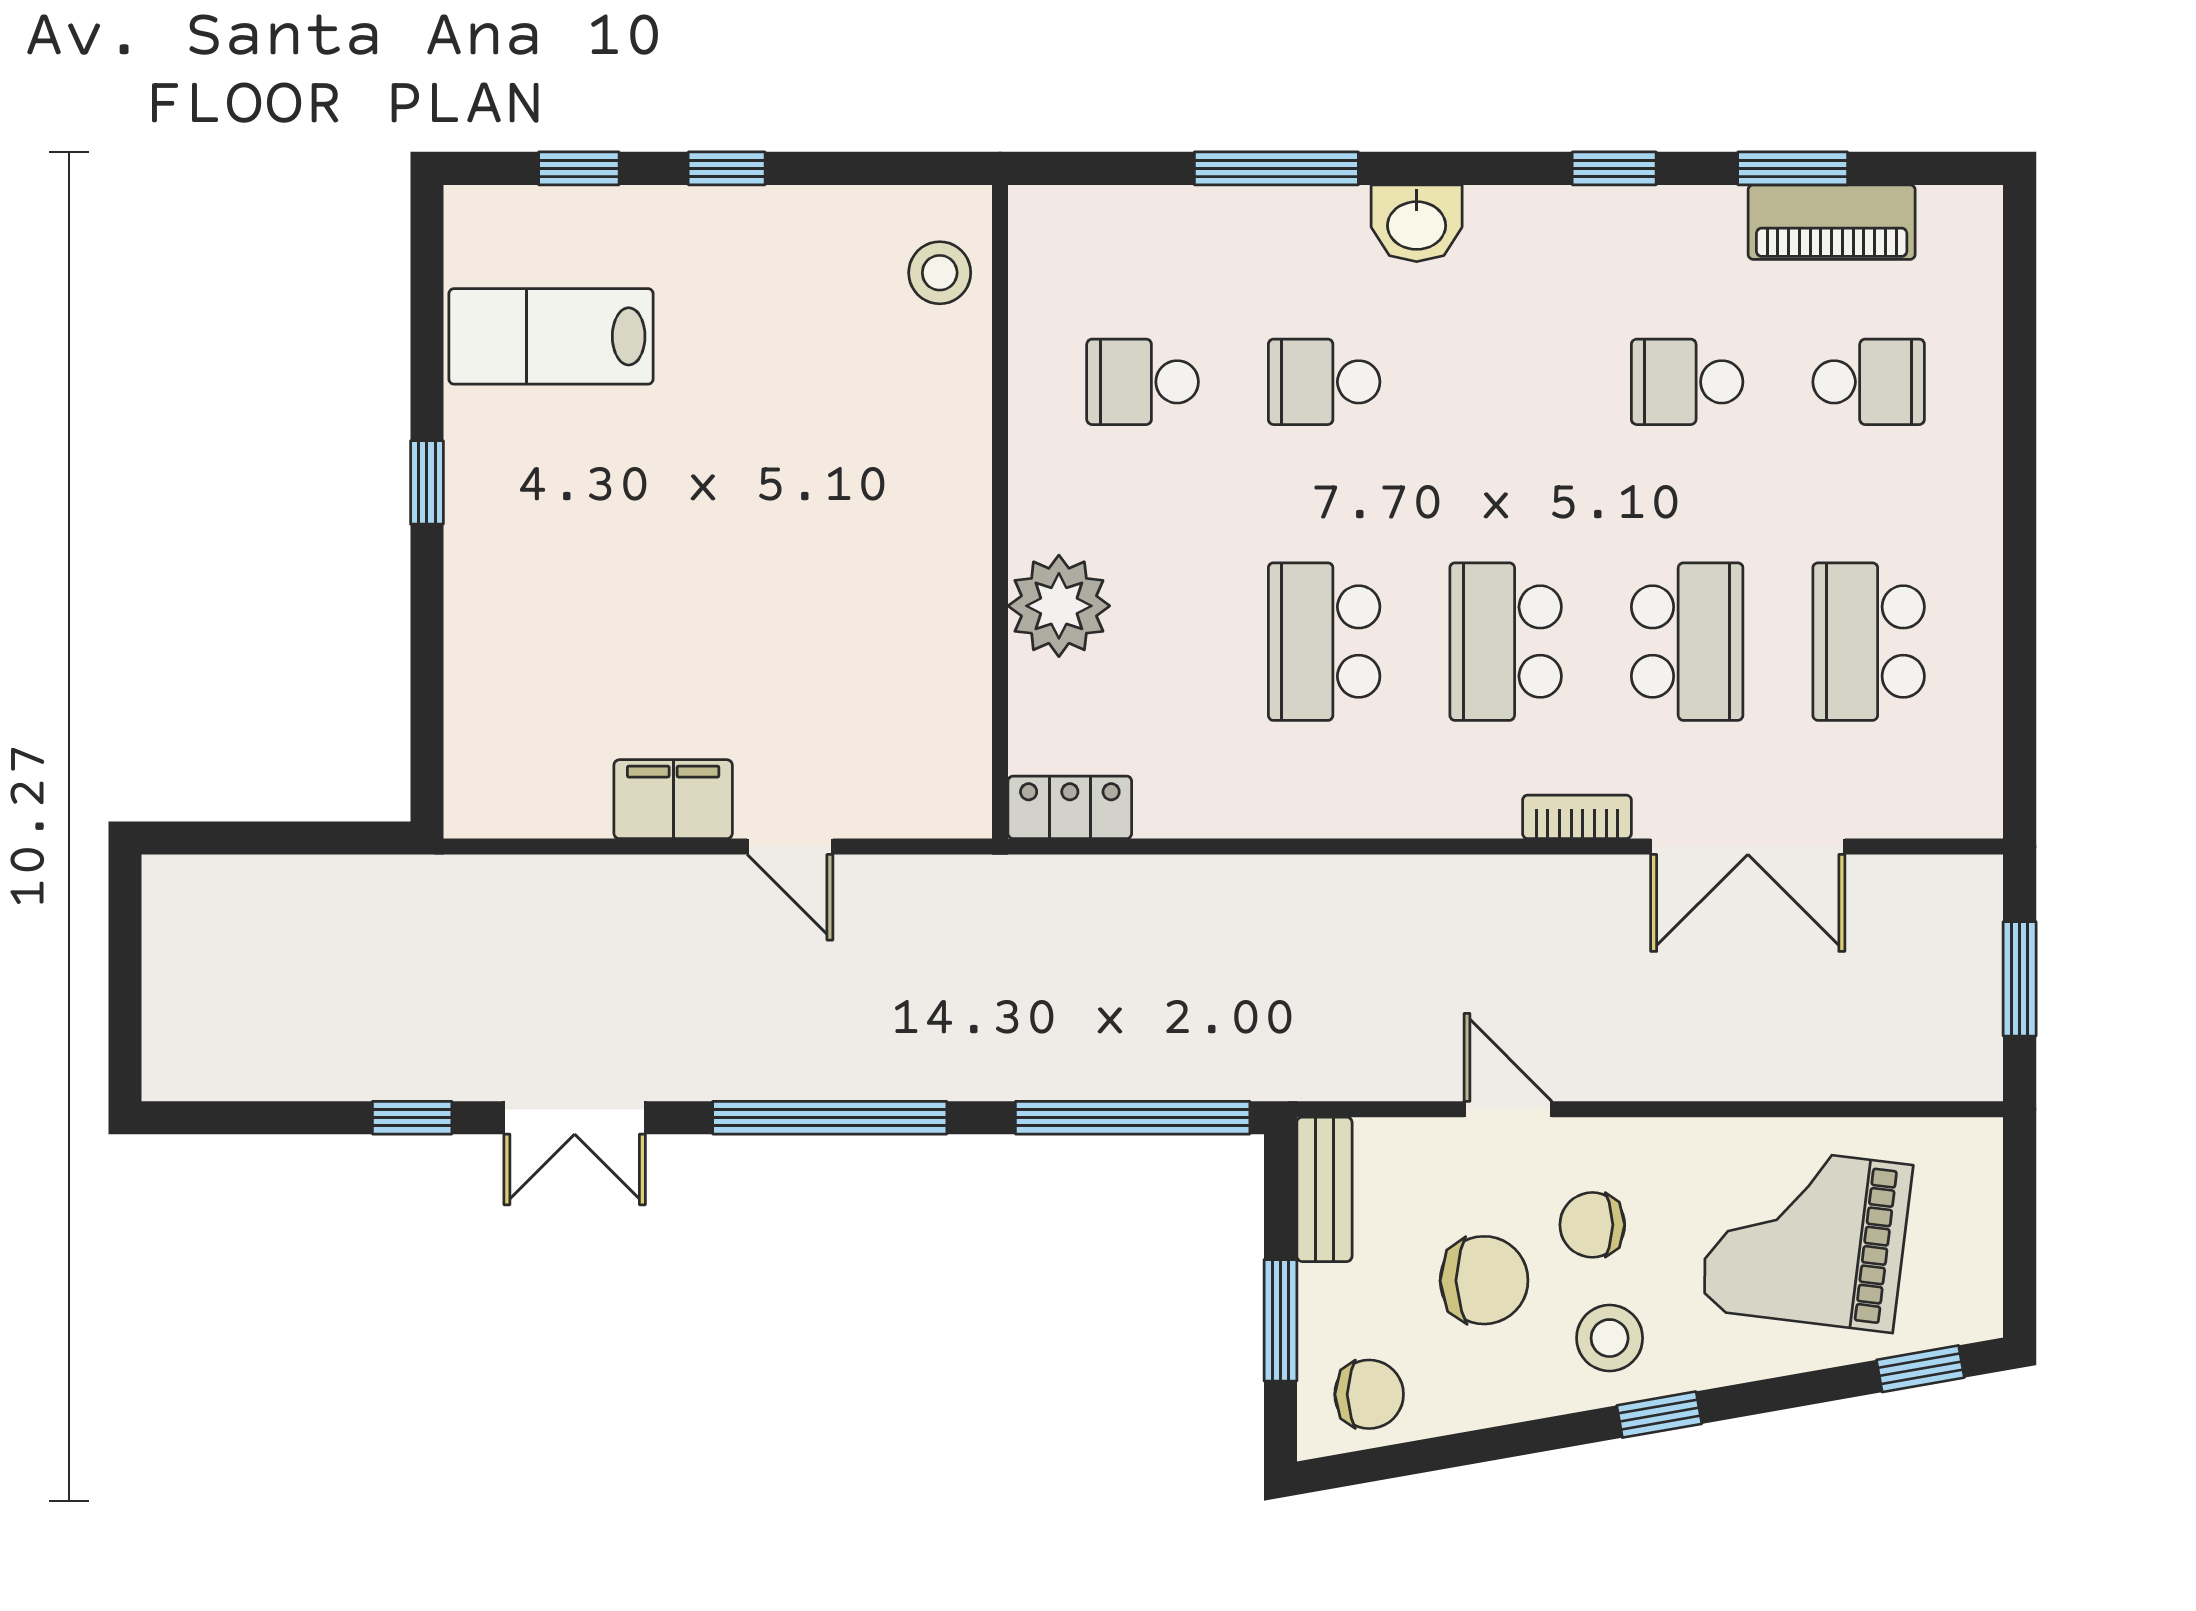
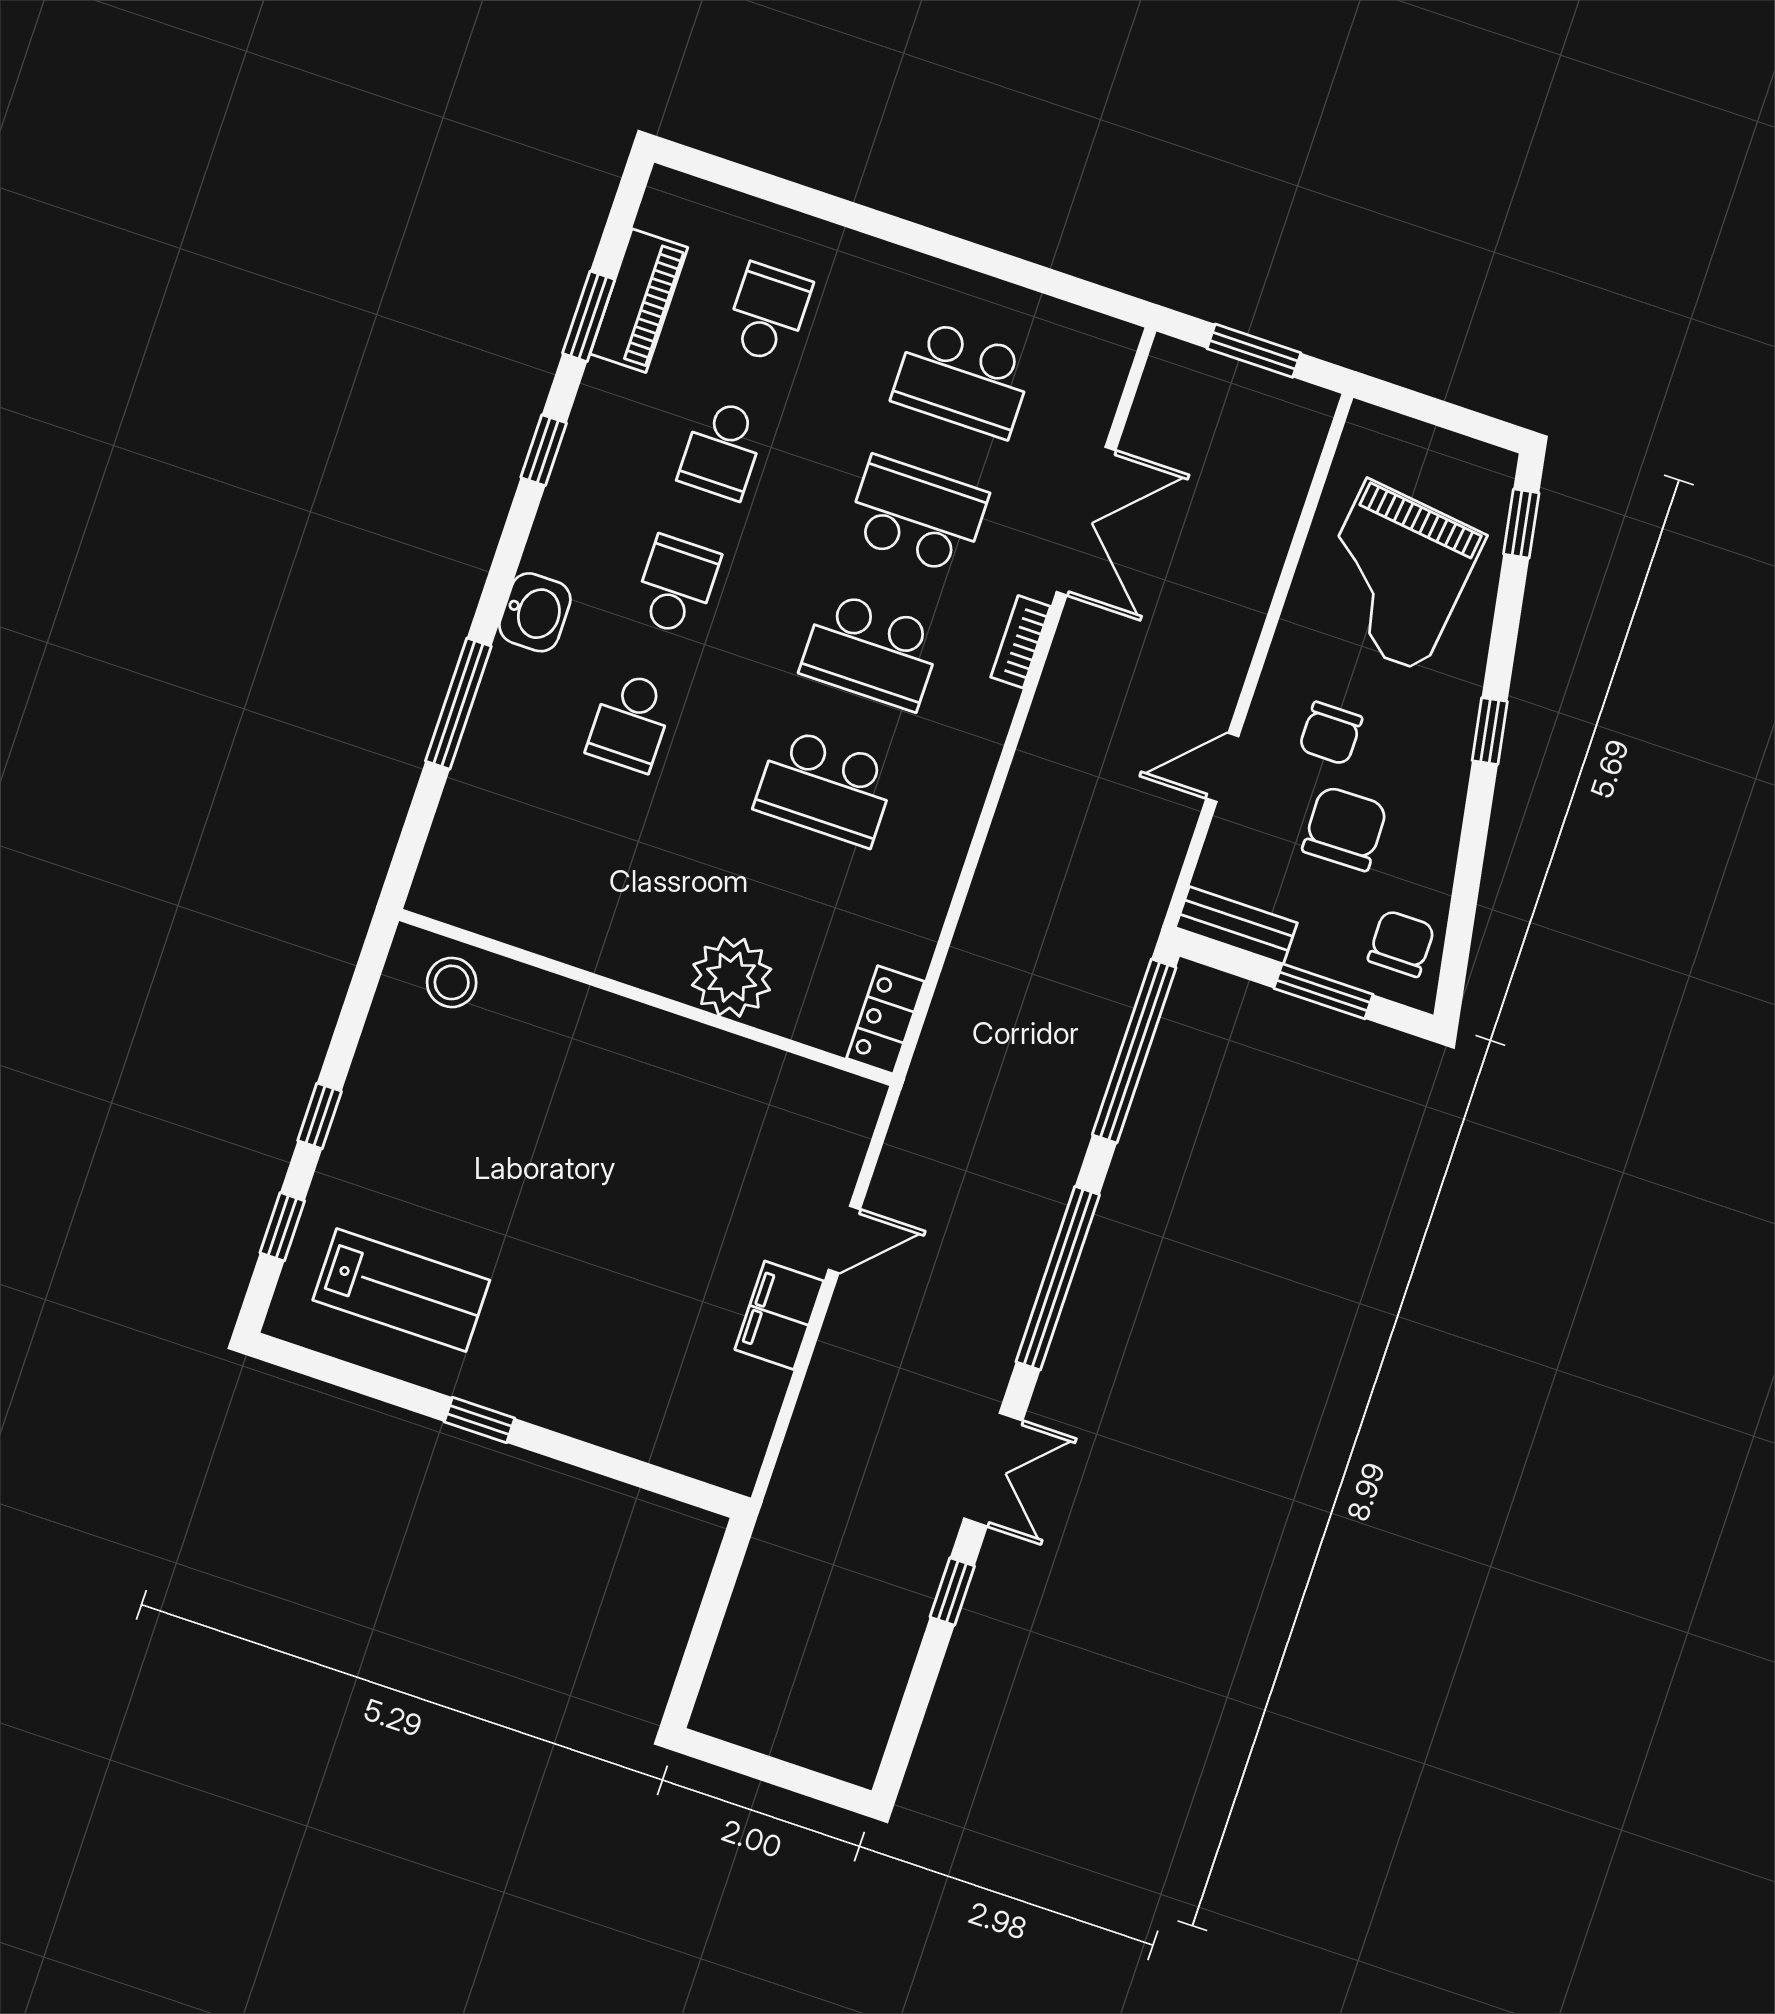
lab bench: (551, 336) -> (401, 1290), turned -90
school desk: (1143, 382) -> (676, 586), moved, turned 180
stool: (1610, 1338) -> (1420, 749), removed

